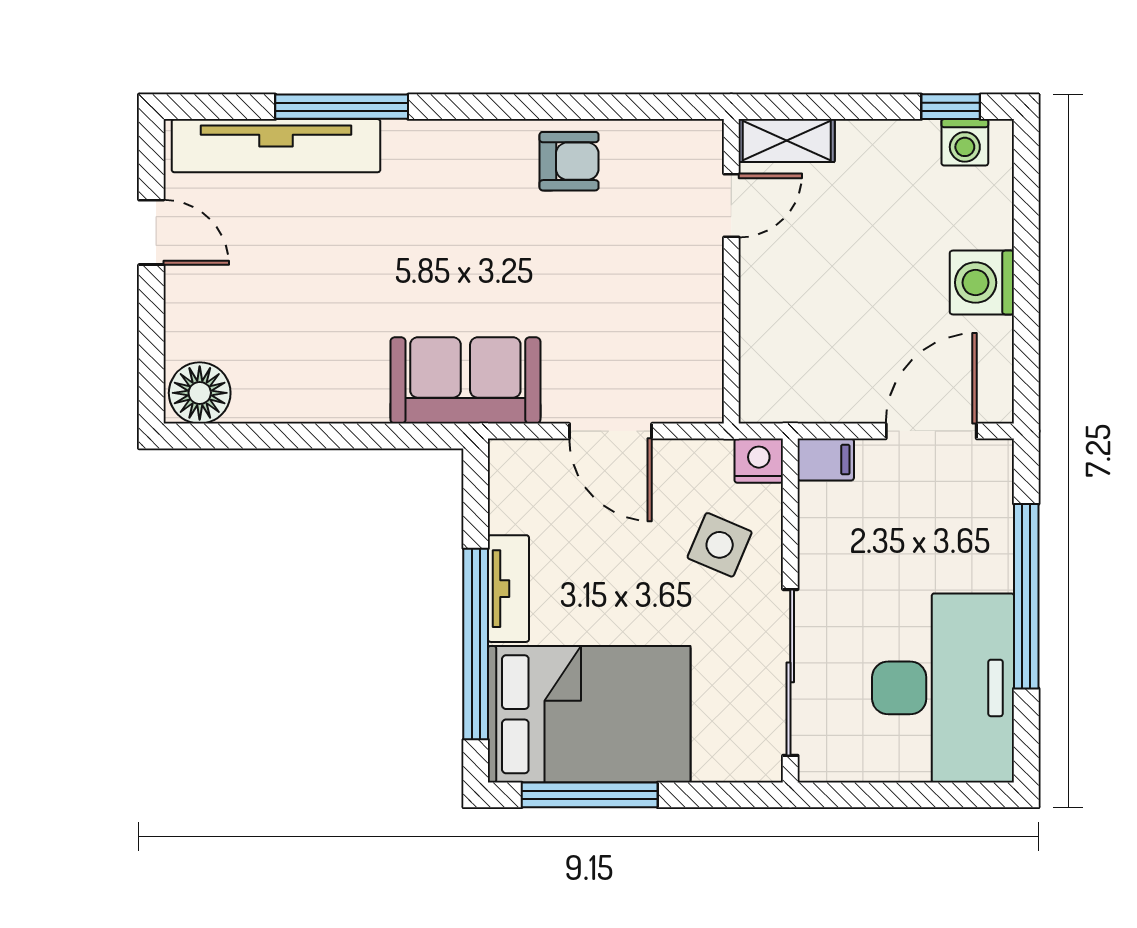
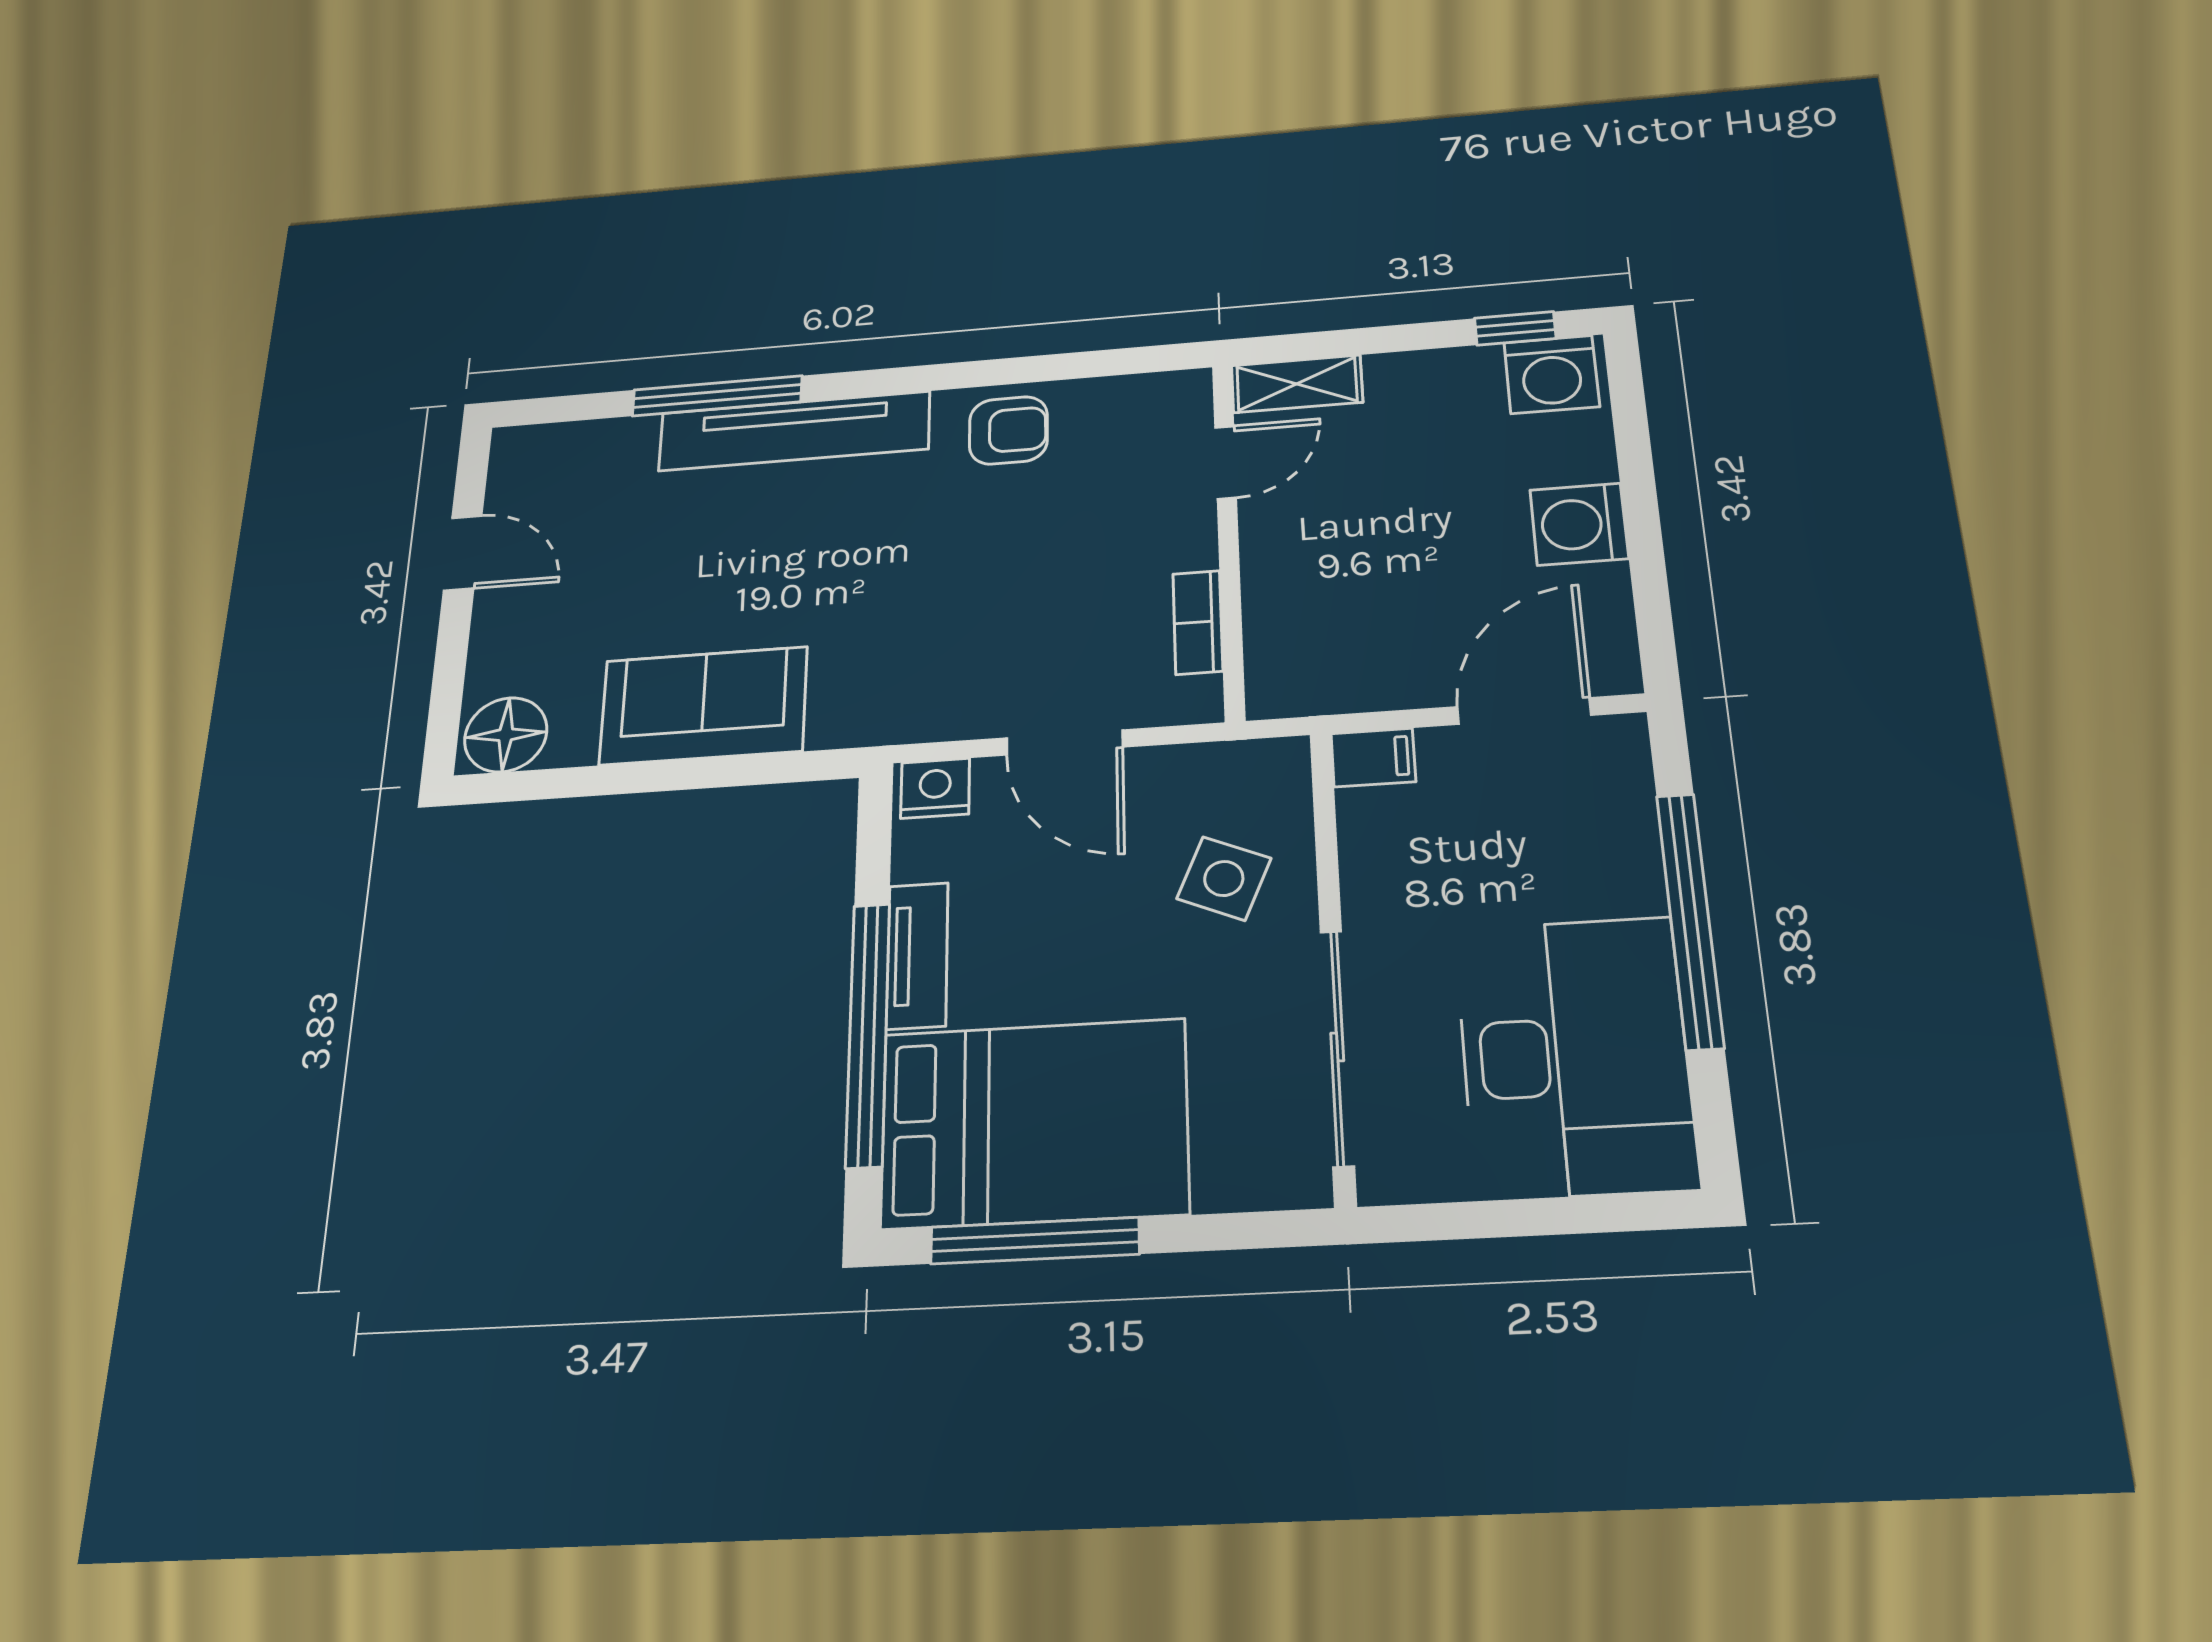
washing machine: (965, 142) -> (1552, 374), width x1.38, depth x1.38
tv unit: (276, 146) -> (794, 431), moved
bookcase: (707, 341) -> (1198, 622), added
sofa: (465, 380) -> (704, 706), moved
nightstand: (759, 461) -> (935, 788), moved

